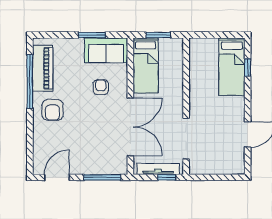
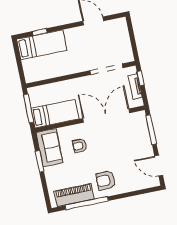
window: (158, 35) -> (29, 108), width x1.44
armchair: (52, 110) -> (106, 180), turned 180
tv unit: (158, 169) -> (135, 87), width x0.71

